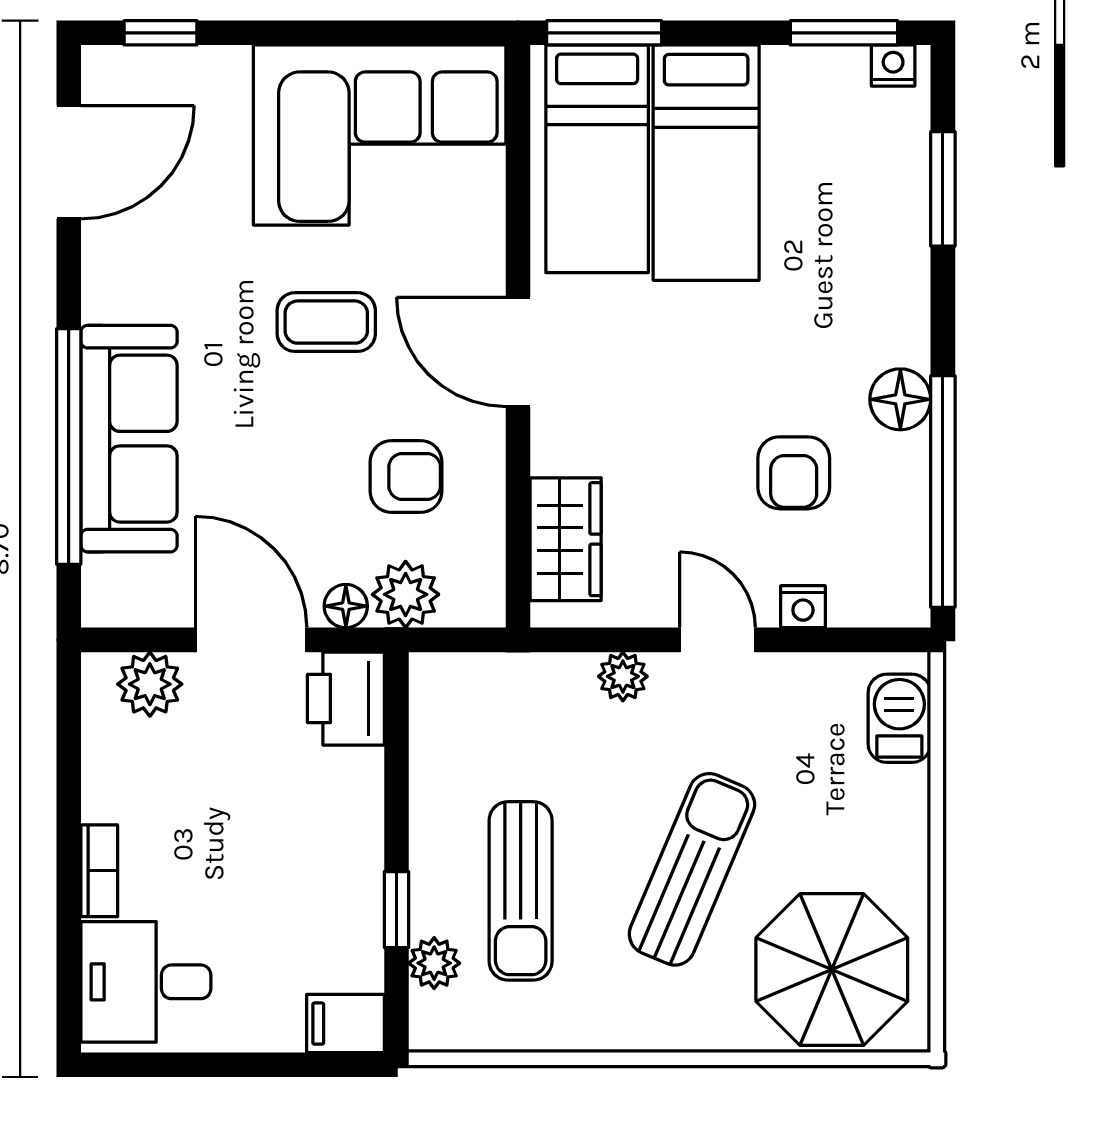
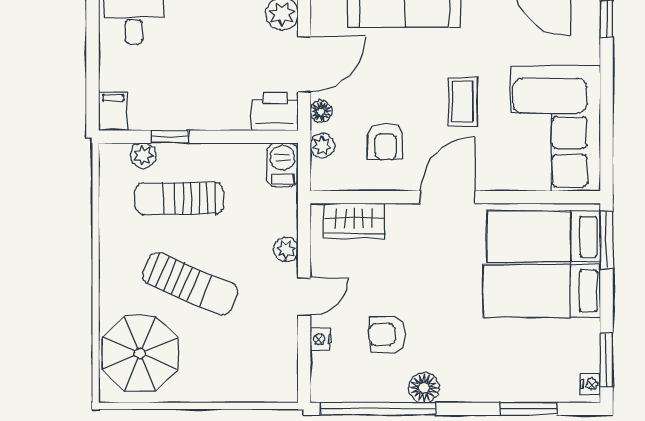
plant: (406, 594) -> (322, 146), width x0.73, depth x0.73
barbecue: (899, 718) -> (283, 165), moved, turned -90

